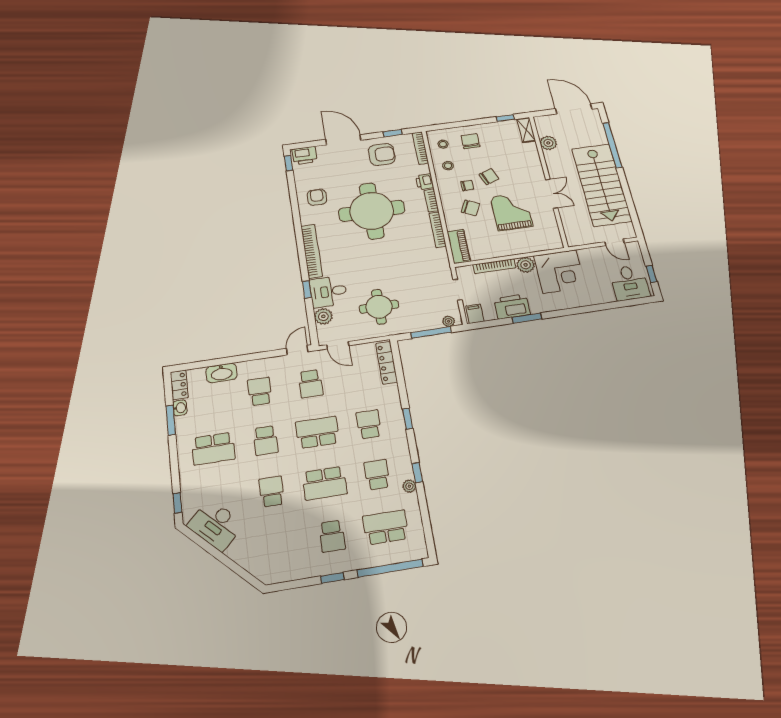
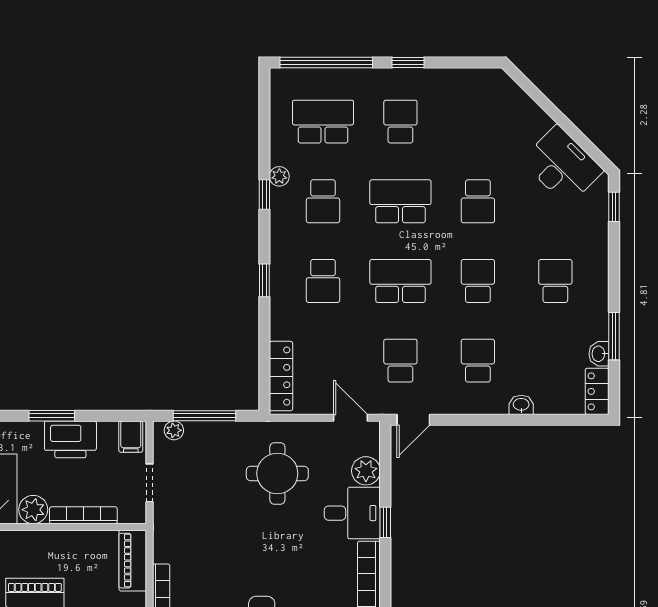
washbasin: (221, 373) -> (521, 405), width x0.52, depth x0.69
school desk: (260, 391) -> (478, 361), turned 180
school desk: (317, 432) -> (400, 281), turned 180
school desk: (213, 449) -> (555, 281), width x0.54
school desk: (386, 527) -> (323, 122), turned 180

